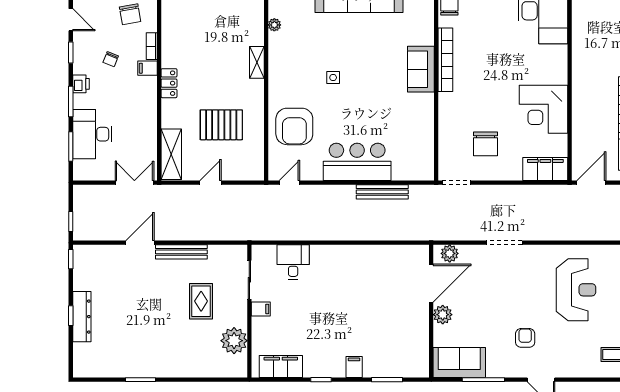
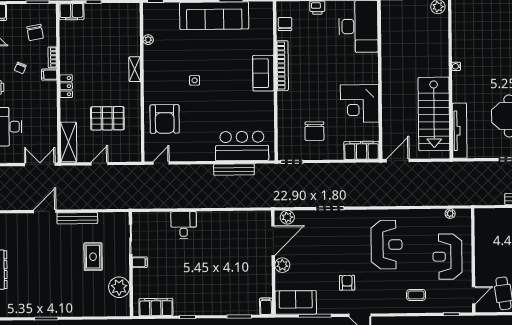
bar counter: (357, 162) -> (242, 146), moved
desk: (293, 262) -> (184, 225), moved
filing cabinet: (354, 367) -> (266, 306), moved

